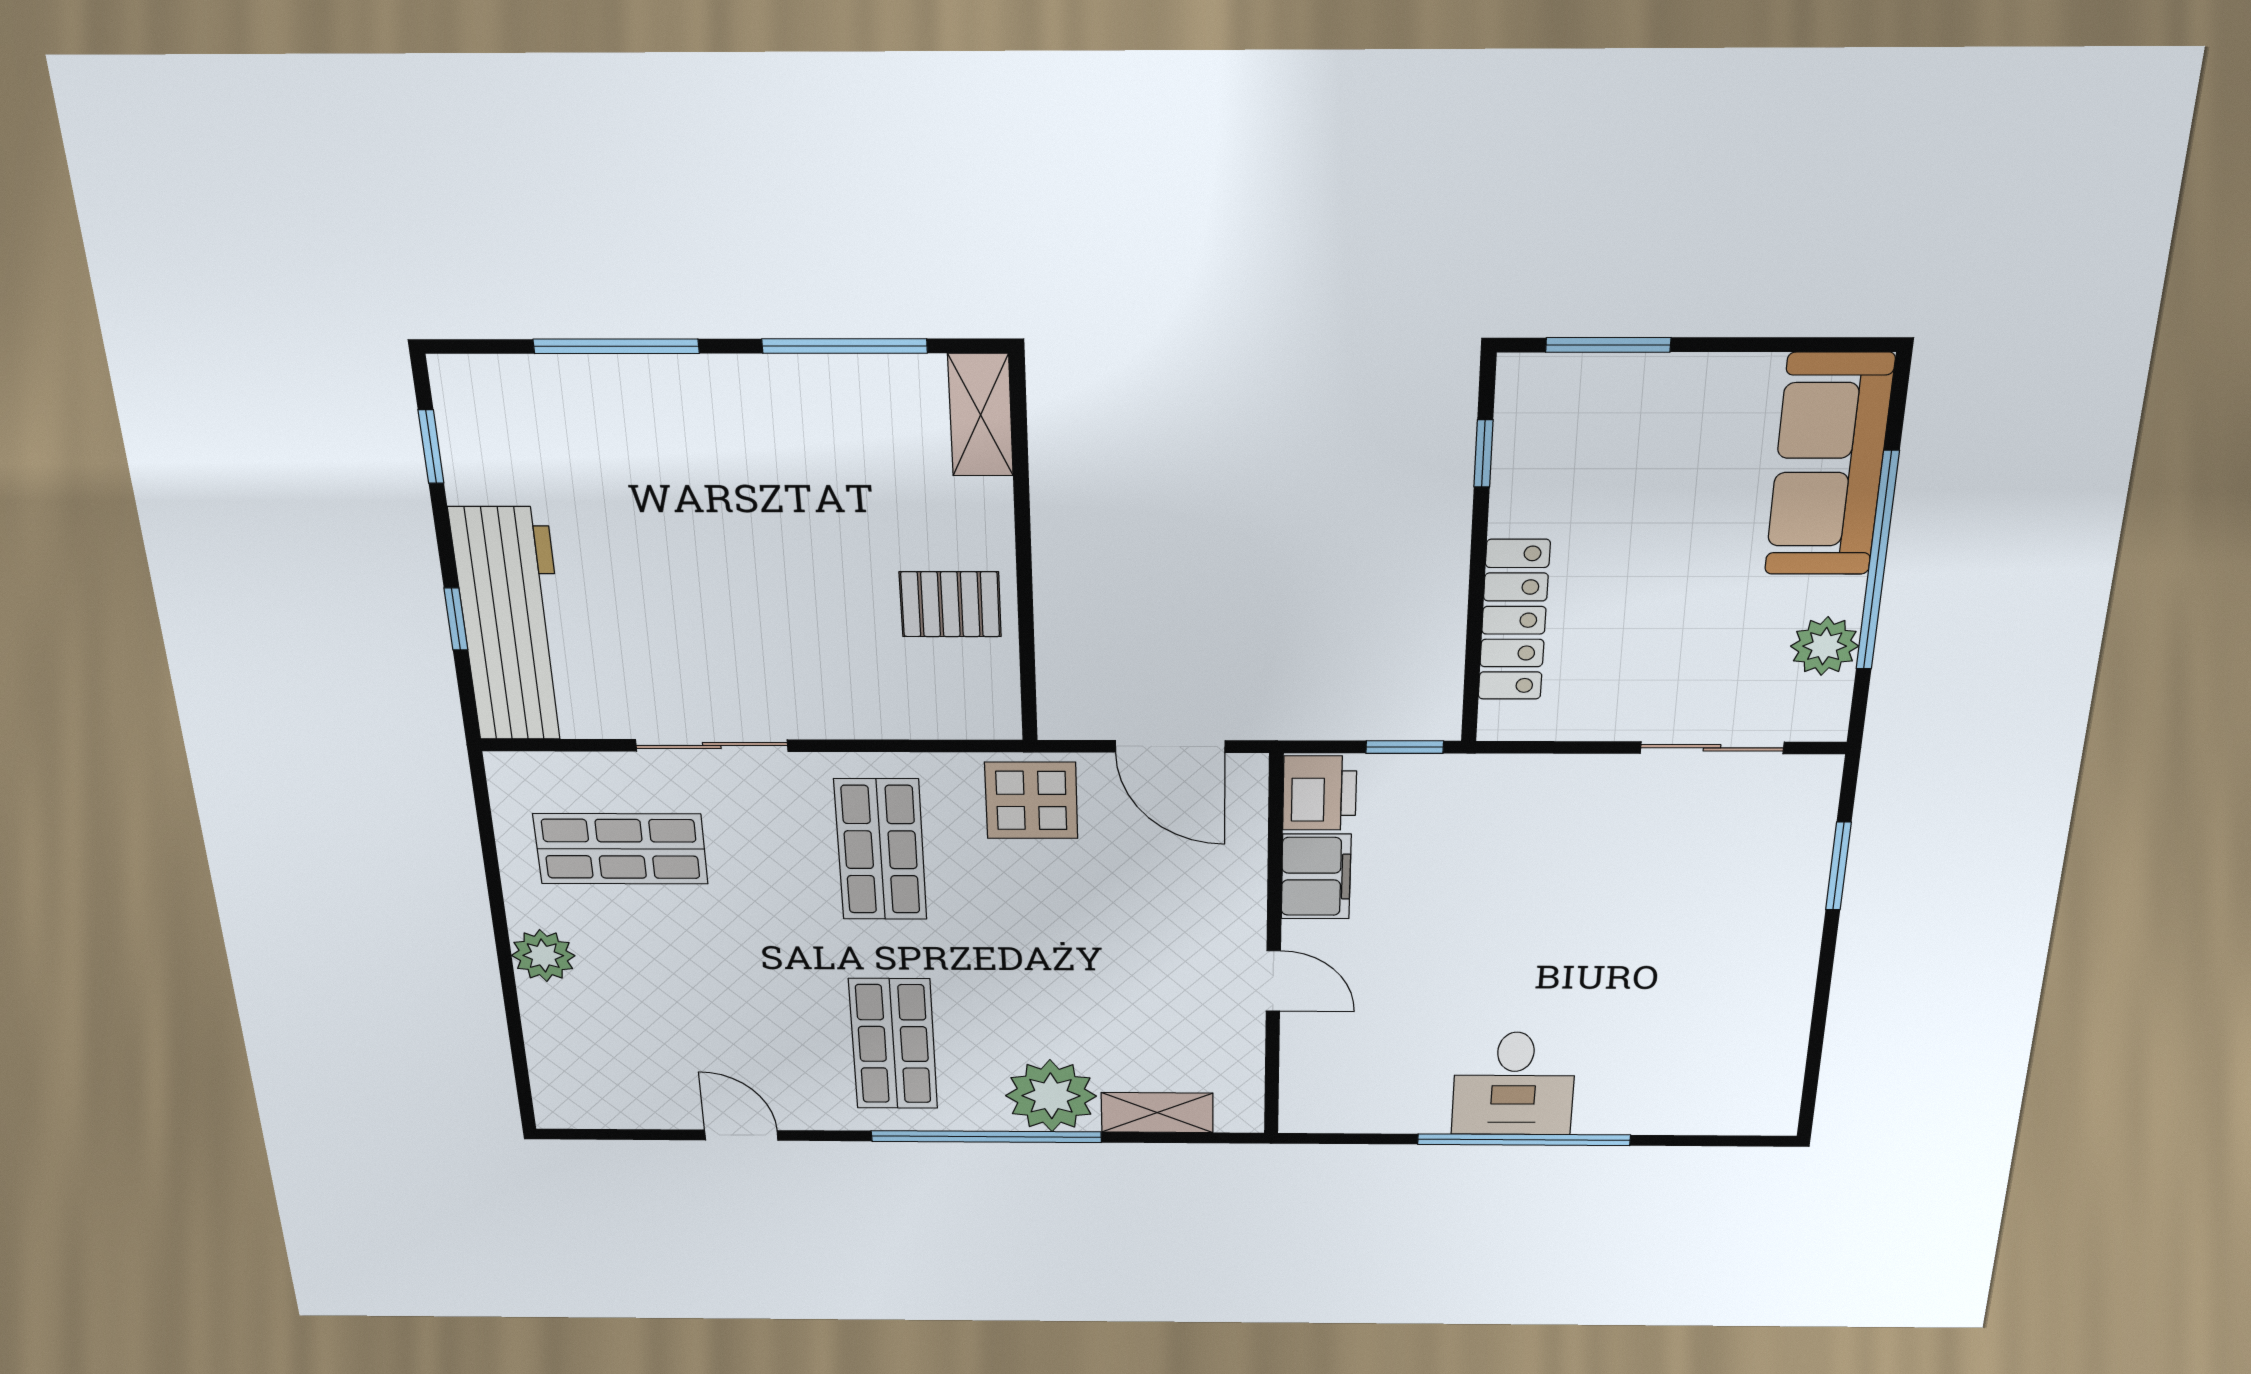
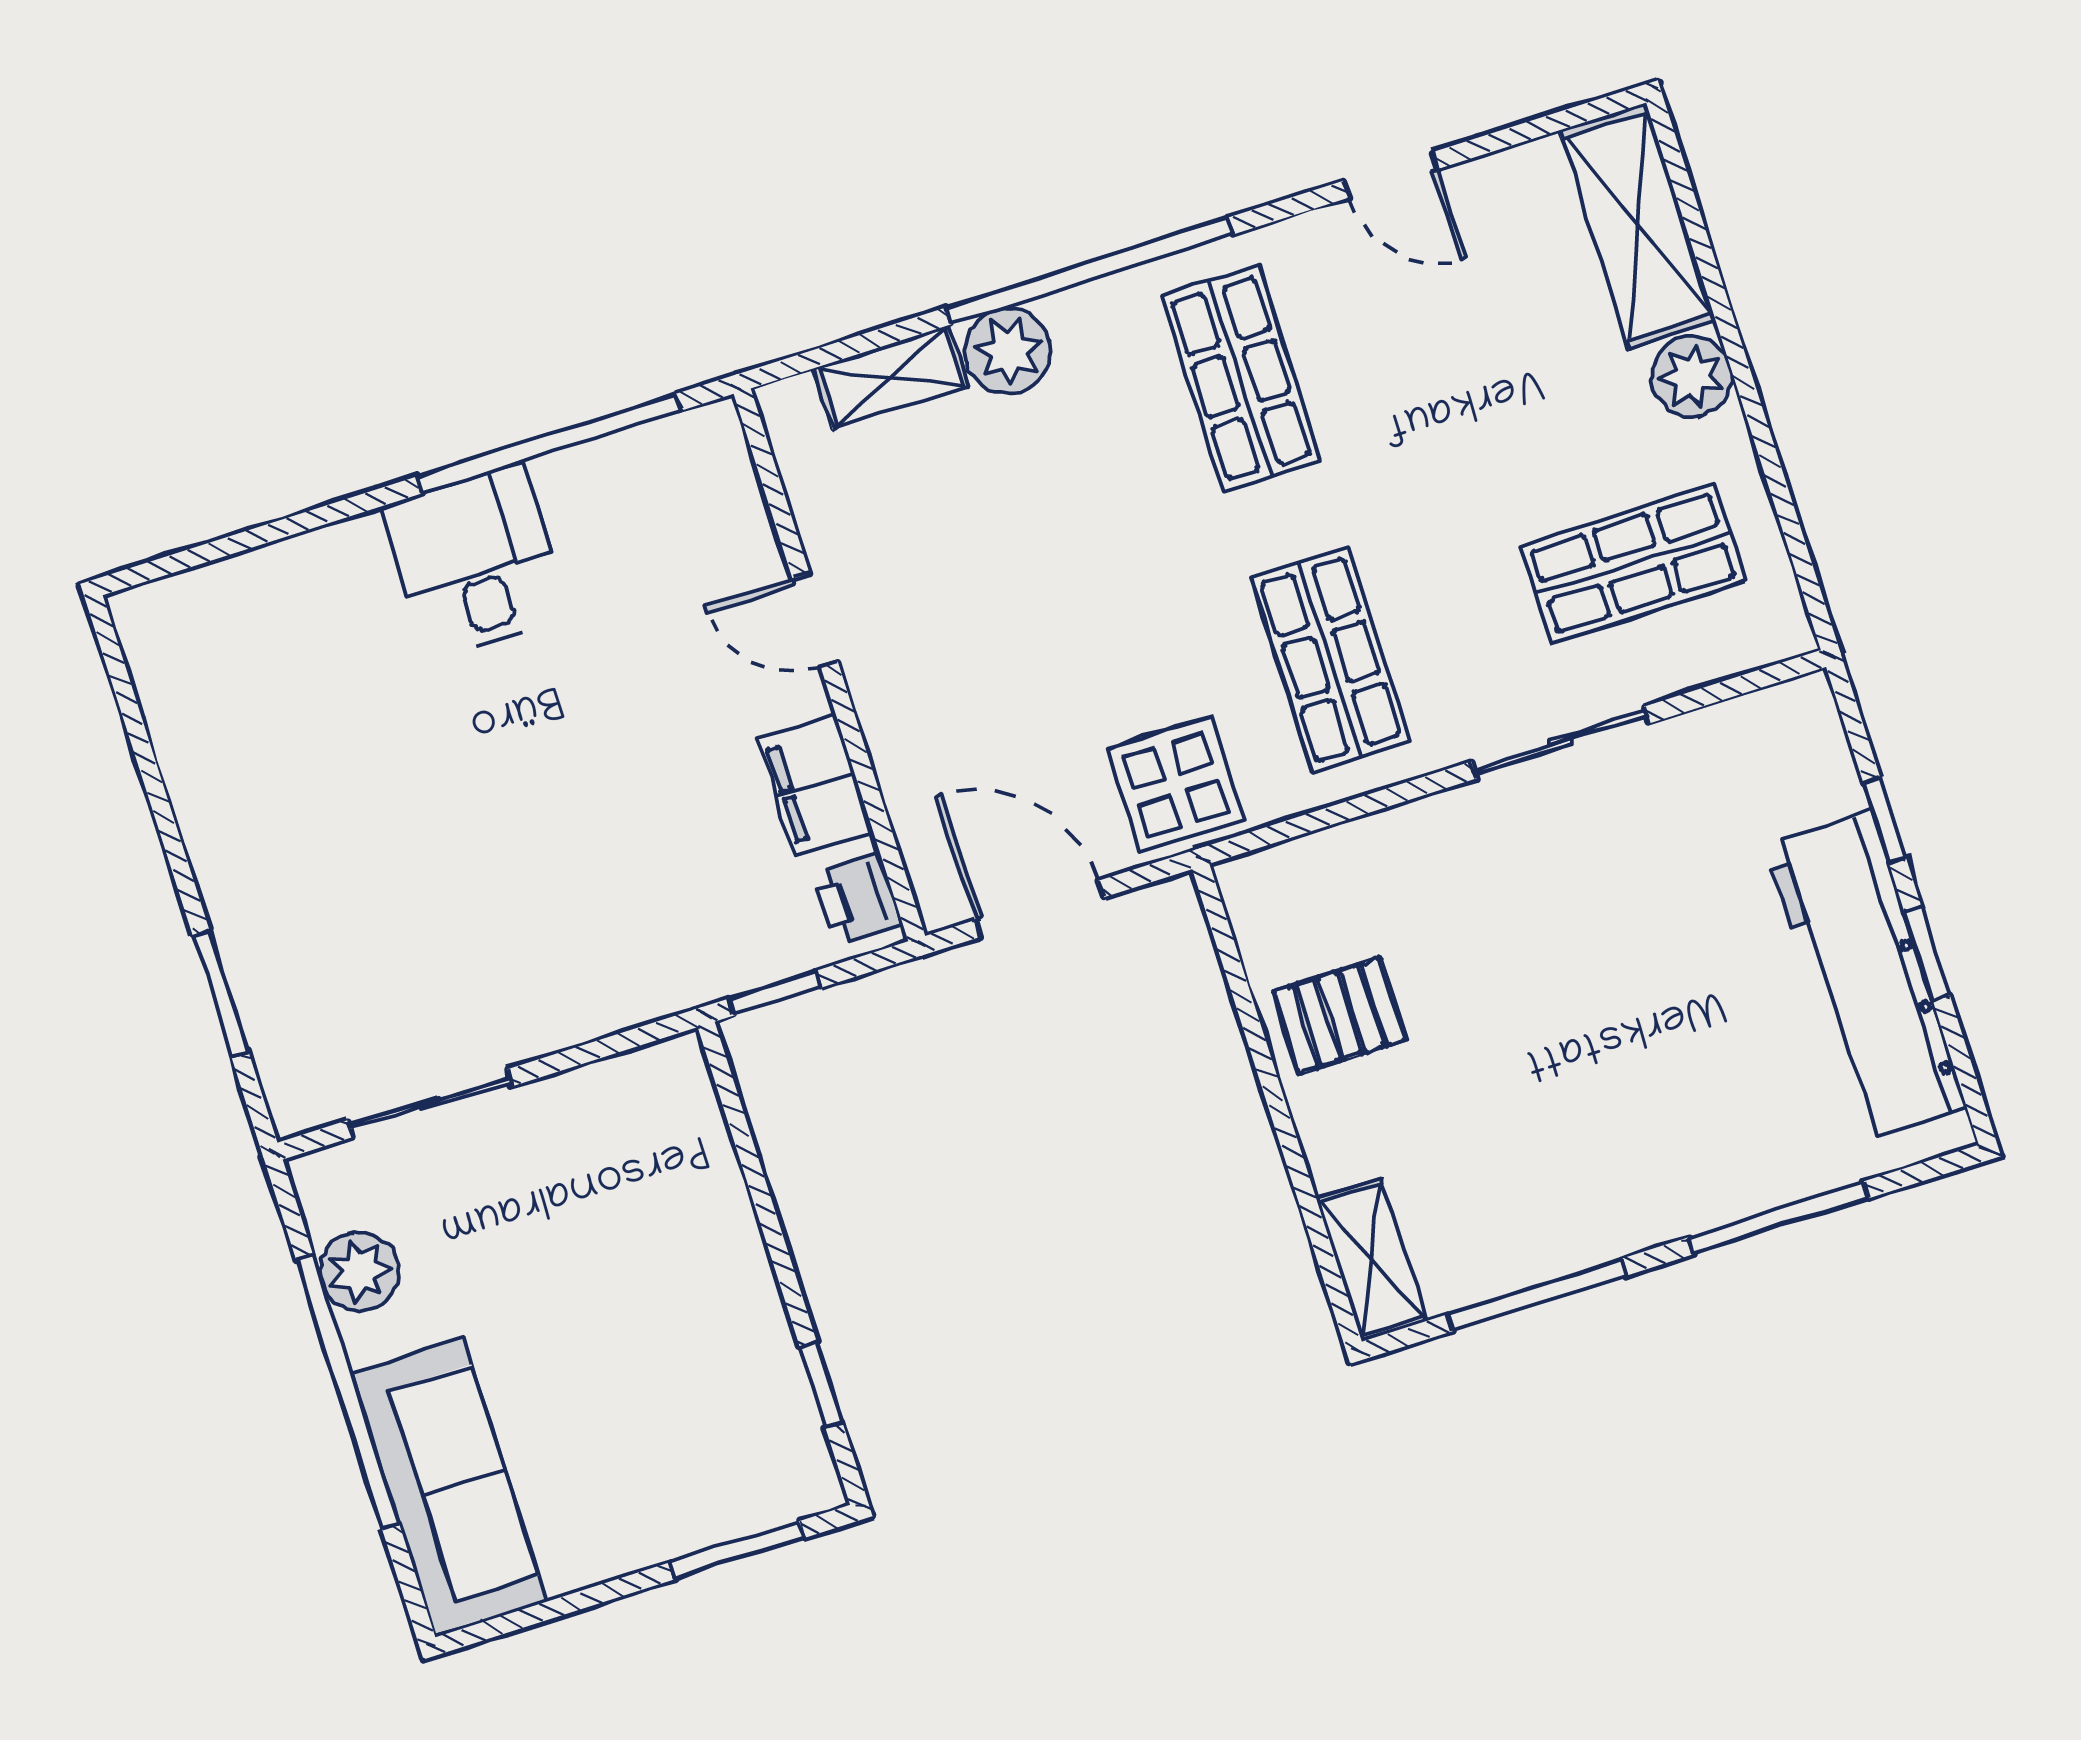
window: (431, 447) -> (1927, 954), moved
locker: (1514, 620) -> (713, 1194), removed
workbench: (513, 625) -> (1866, 976), moved
printer: (1320, 793) -> (858, 898), width x0.73, depth x0.81
shelving: (562, 1058) -> (1637, 226), added
plant: (1051, 1096) -> (1008, 351), width x0.73, depth x0.73
window: (1524, 1140) -> (549, 443), moved

